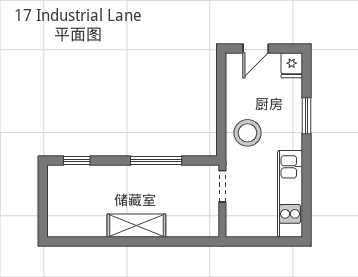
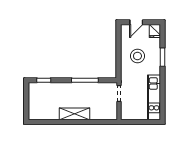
stool: (248, 133) -> (137, 56), moved

